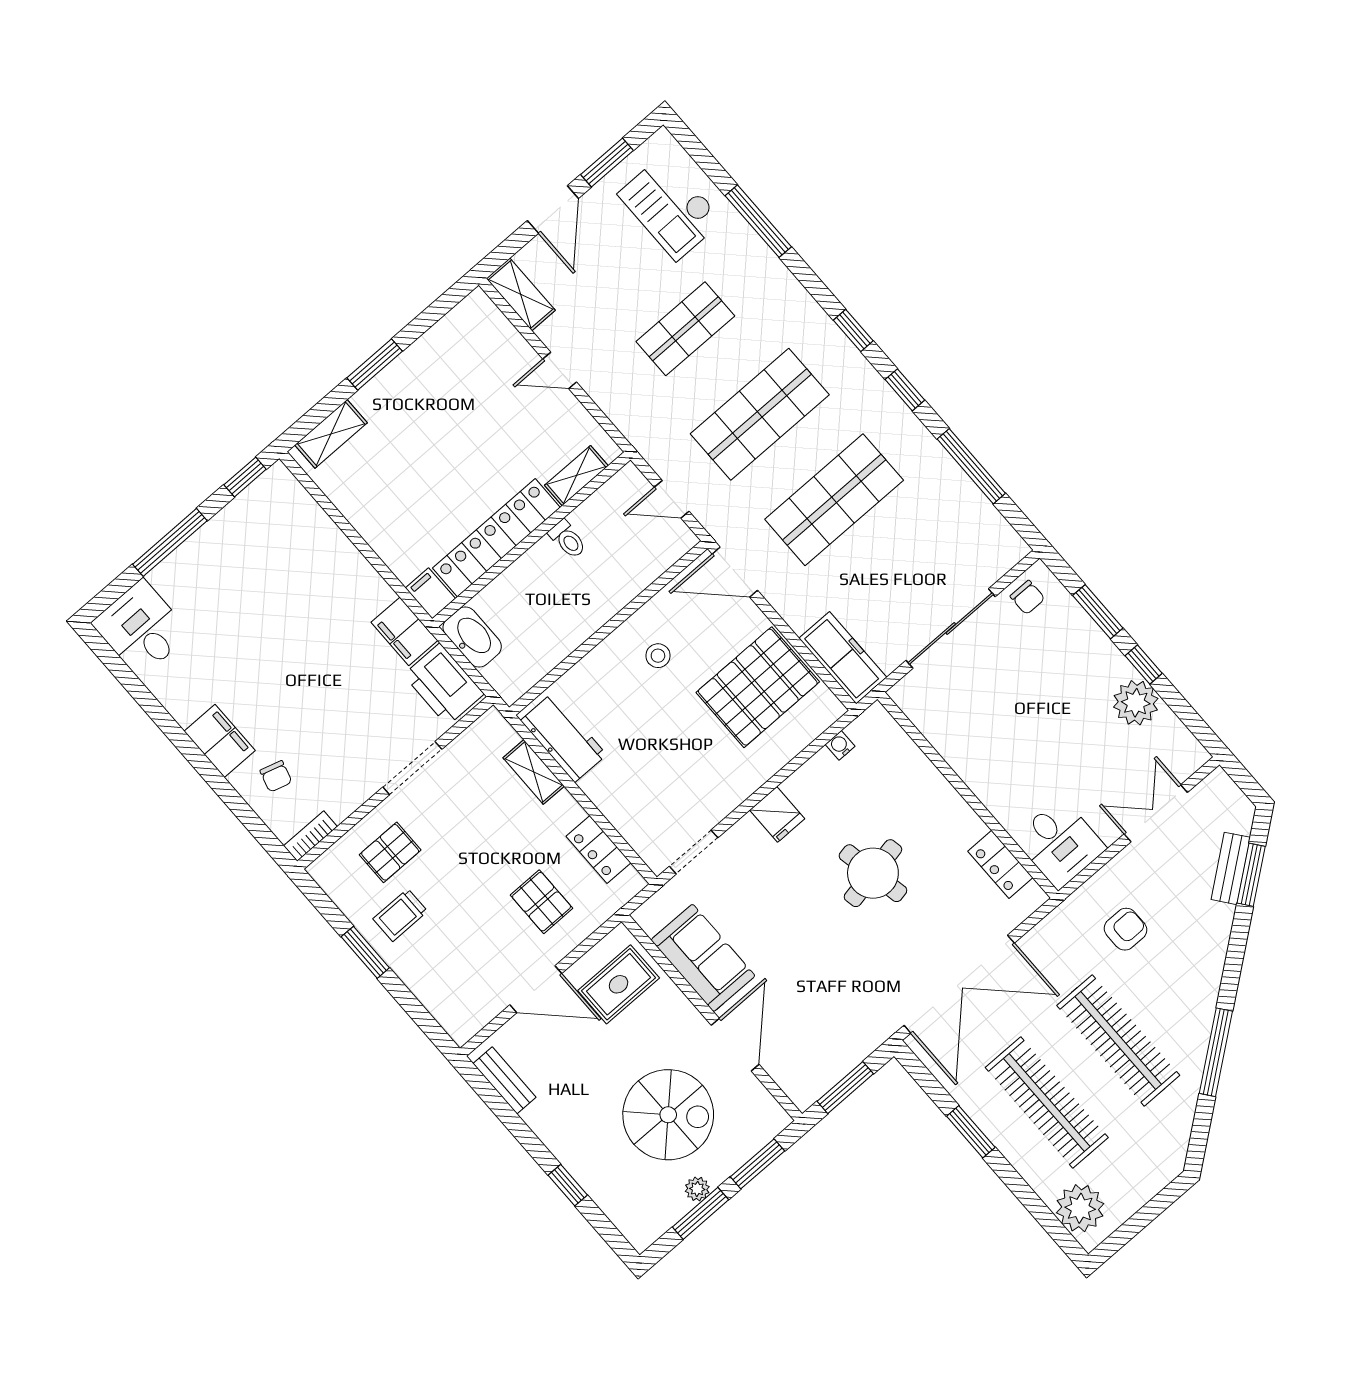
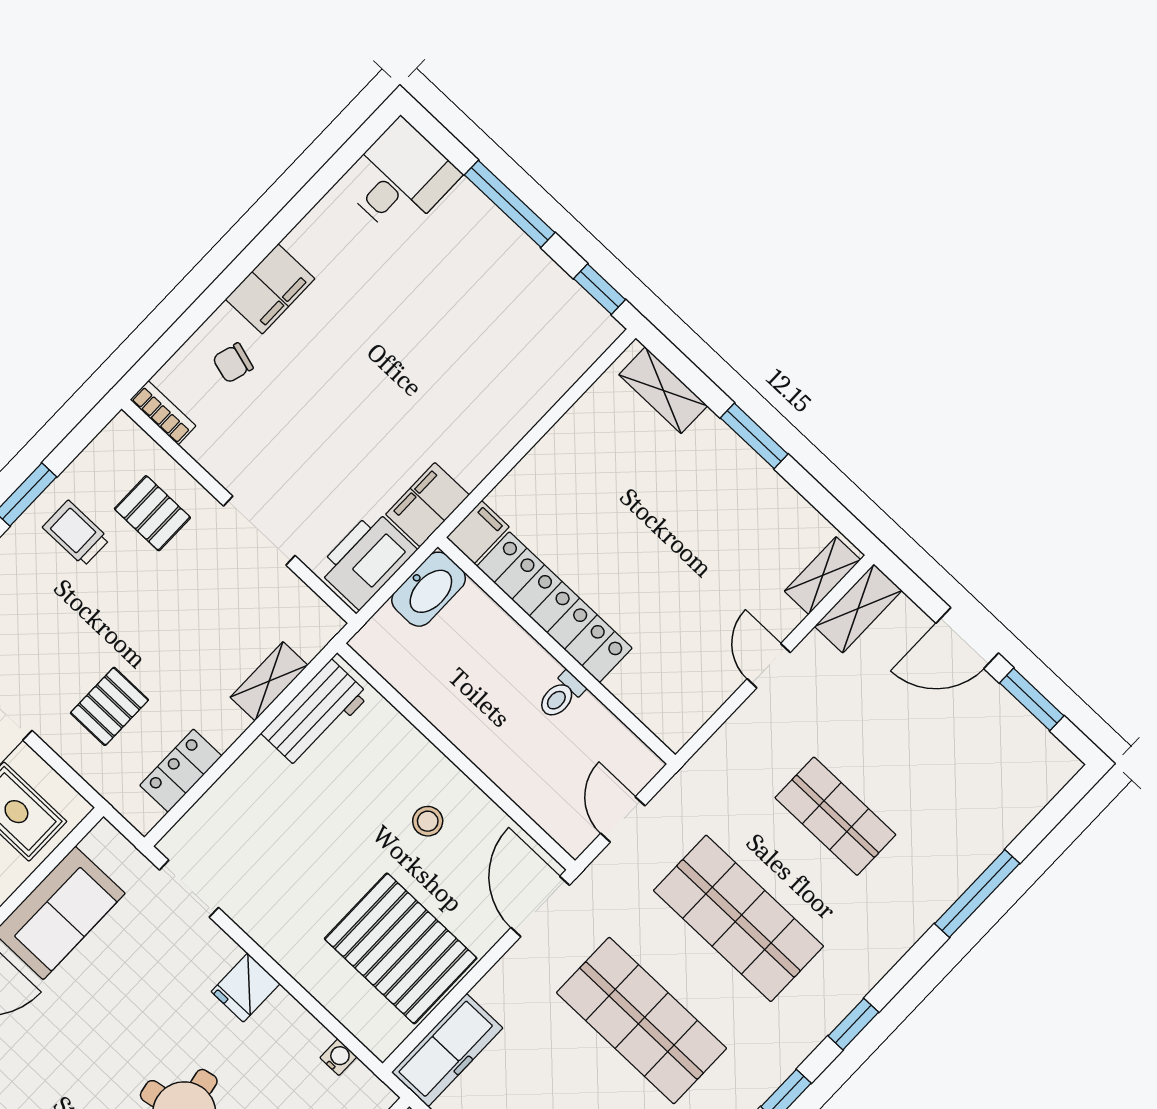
checkout: (670, 207) -> (984, 783), removed
shelving: (576, 476) -> (822, 576), moved, turned 90

